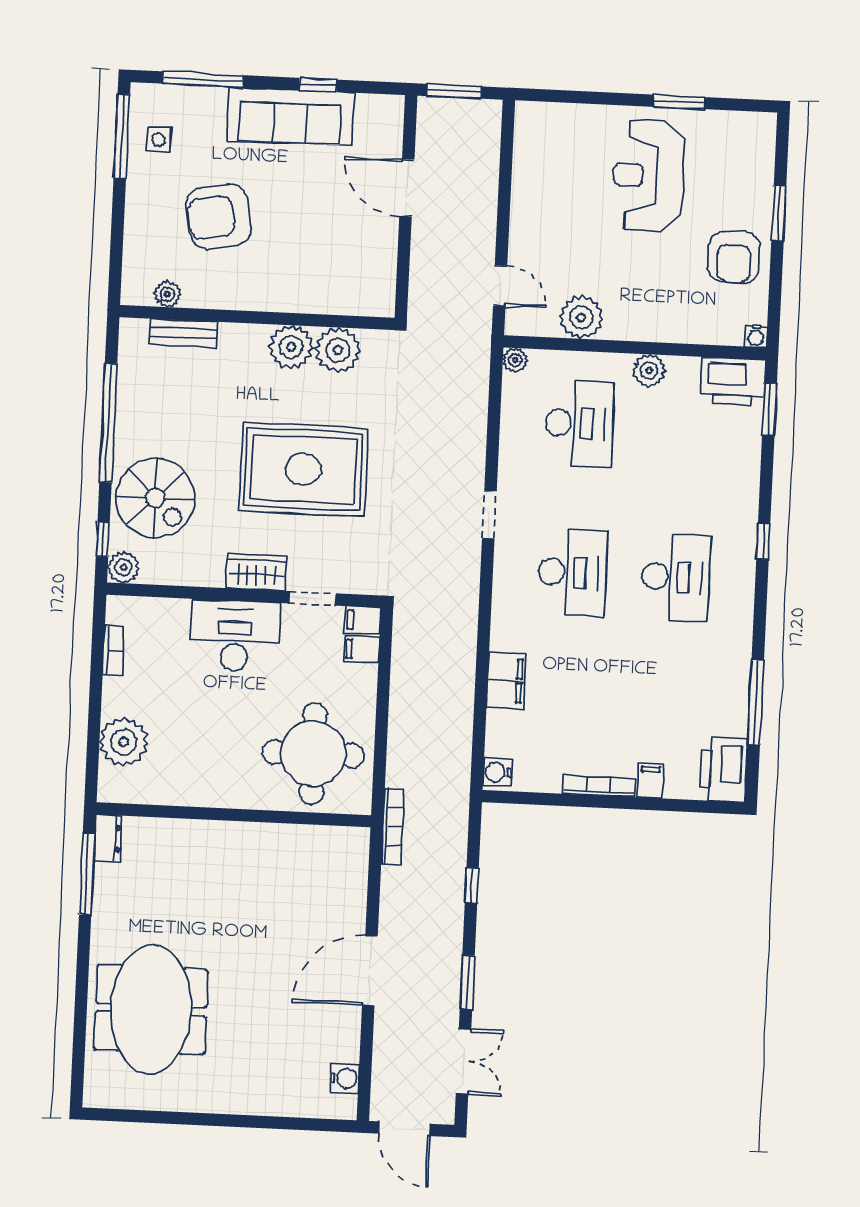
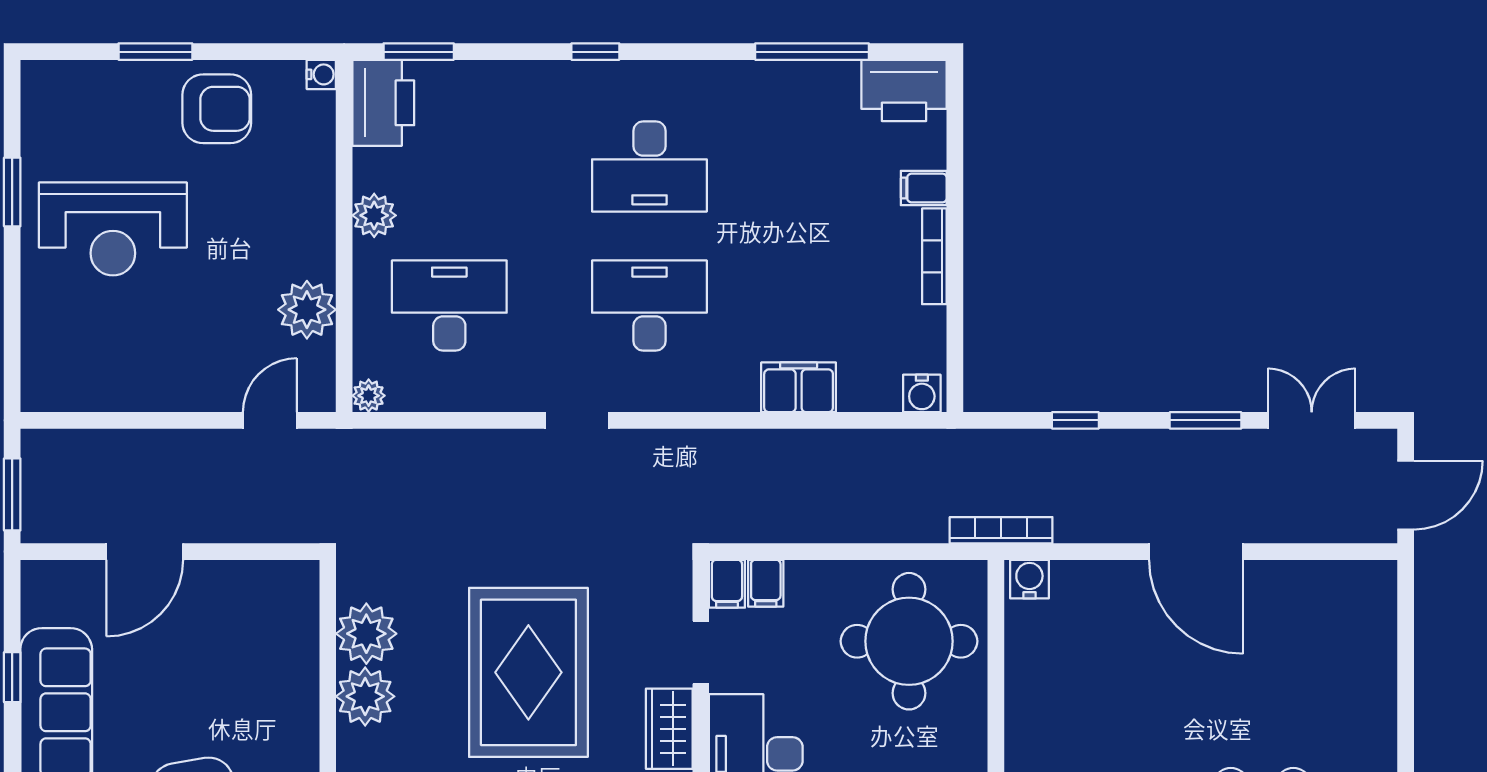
desk: (676, 577) -> (649, 166), turned 180
water cooler: (344, 1078) -> (1029, 579), moved

